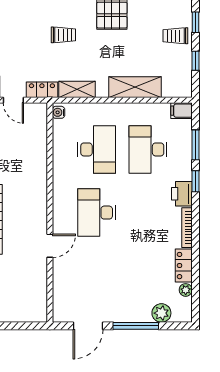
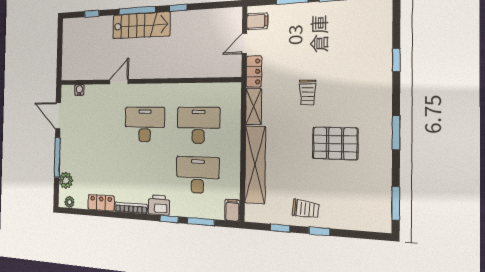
trolley: (175, 36) -> (306, 209), turned 95
shelving: (135, 87) -> (255, 165), width x1.47
water cooler: (59, 112) -> (79, 90), moved
desk: (97, 149) -> (198, 125), turned 180
door: (50, 246) -> (119, 82), swing flipped
plant: (186, 290) -> (69, 202), moved

